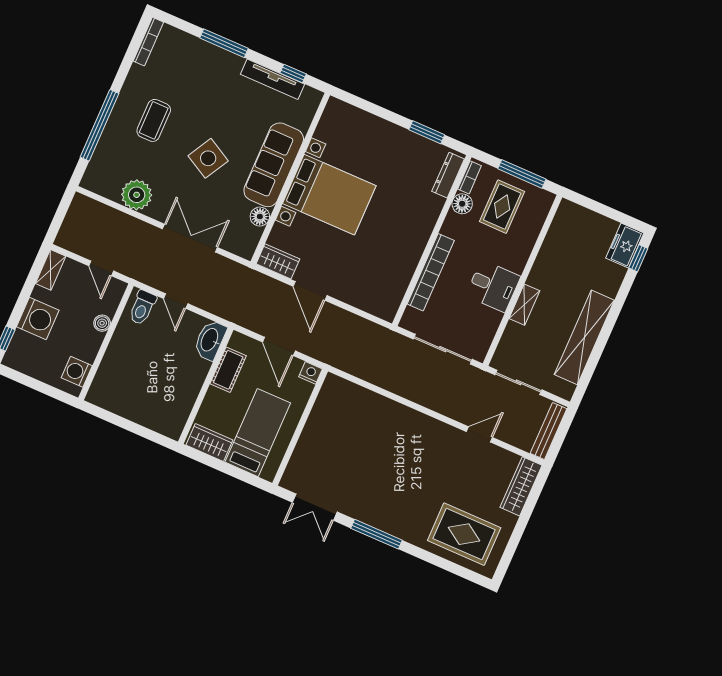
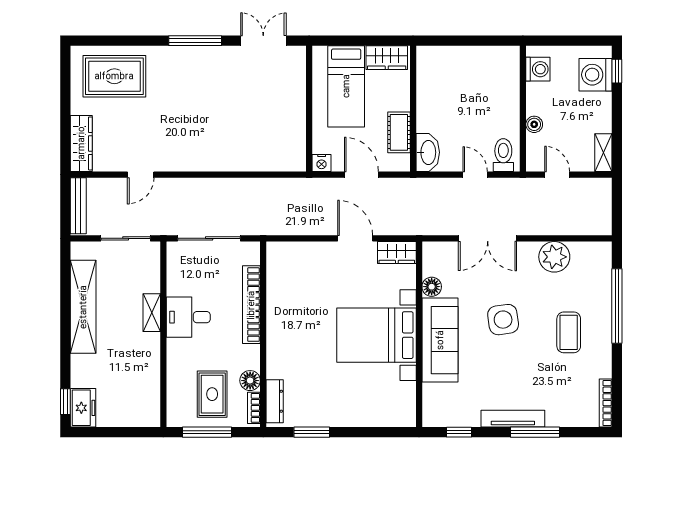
tv unit: (273, 79) -> (513, 419), moved
side table: (208, 158) -> (503, 320), turned -37
washing machine: (38, 319) -> (595, 75), moved

